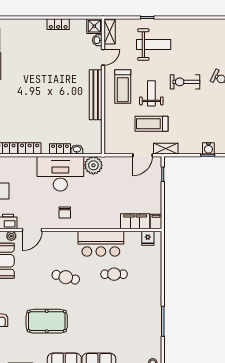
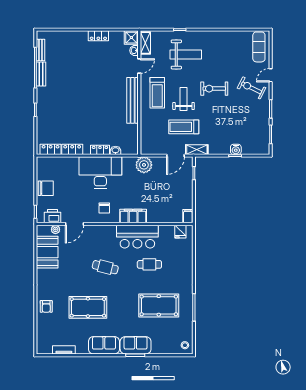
plant: (93, 165) -> (144, 165), moved
filing cabinet: (135, 221) -> (133, 216), moved
pool table: (124, 319) -> (159, 305), added

